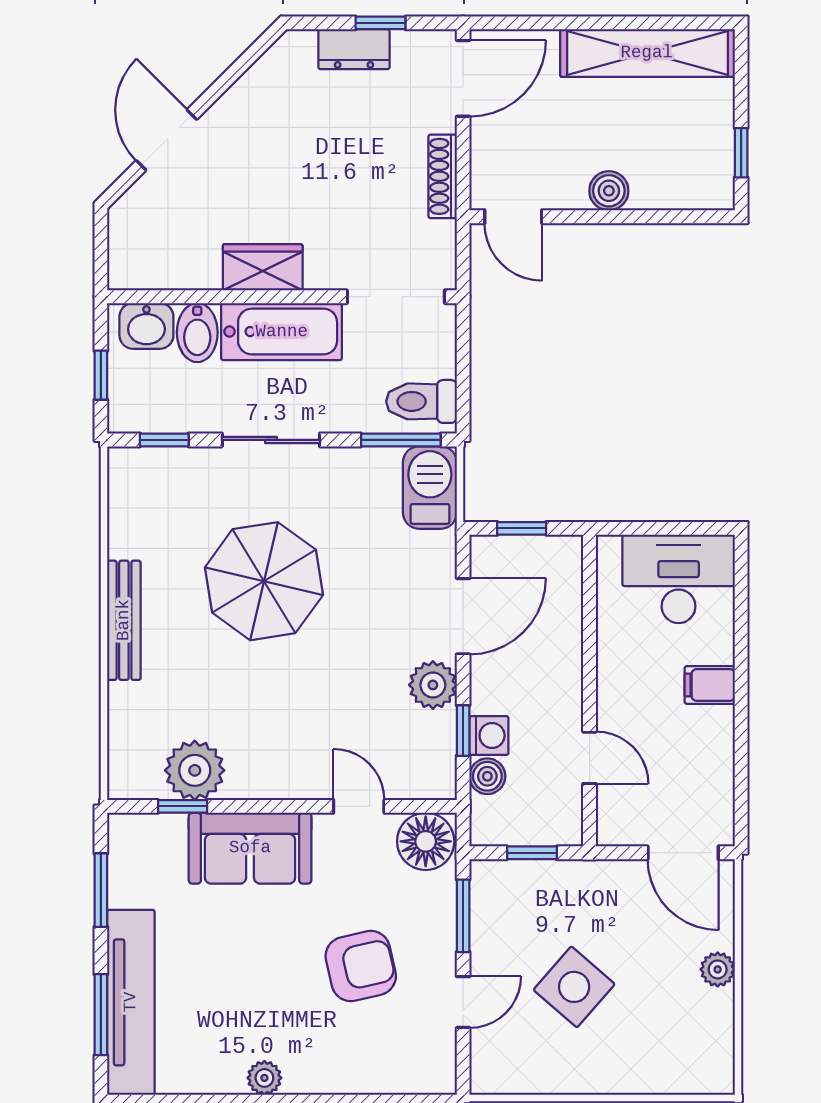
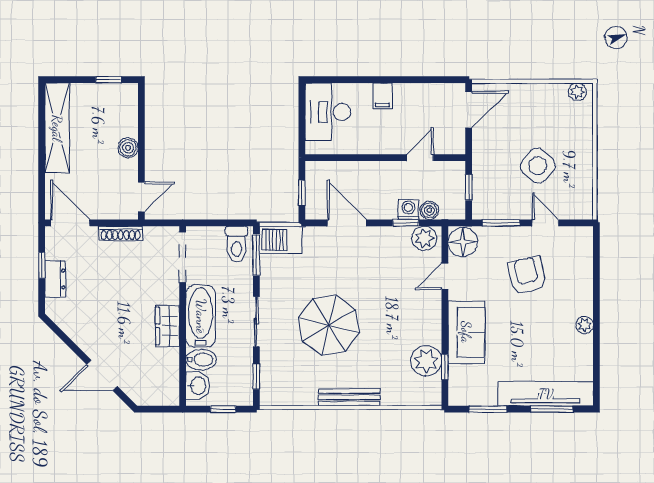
plant: (433, 685) -> (424, 238), moved
plant: (718, 969) -> (577, 92), moved

